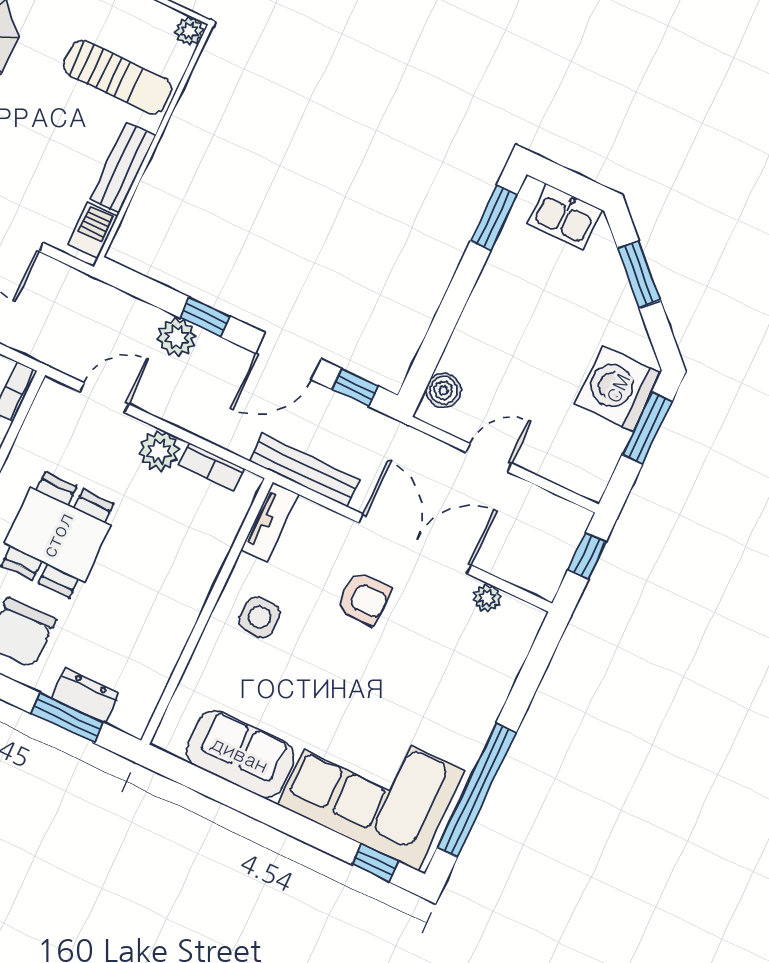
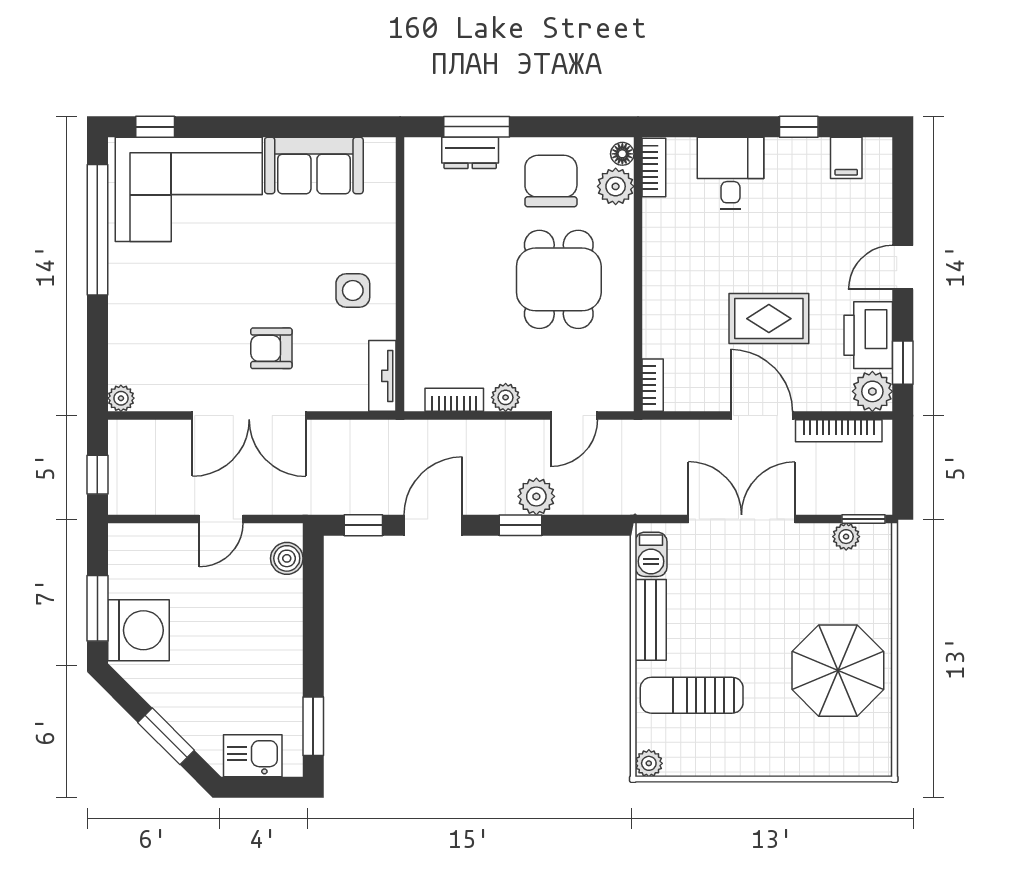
plant: (159, 451) -> (506, 397), width x0.73, depth x0.73
bench: (304, 470) -> (373, 434), removed
plant: (487, 598) -> (121, 398), moved

